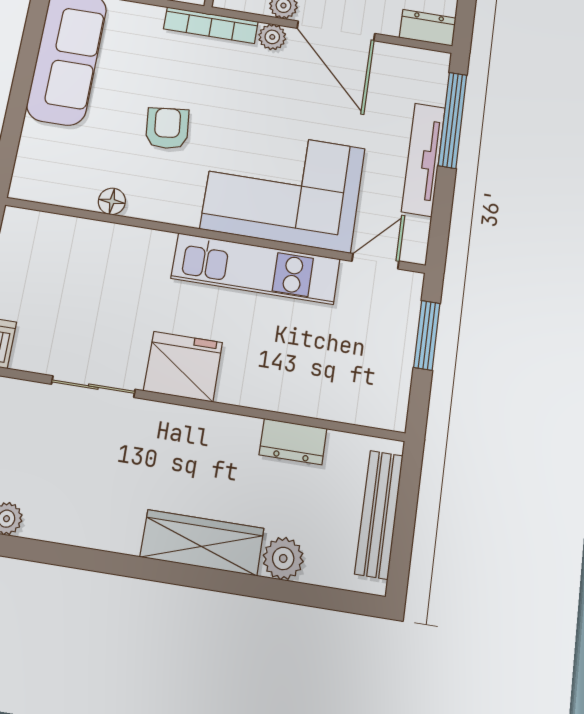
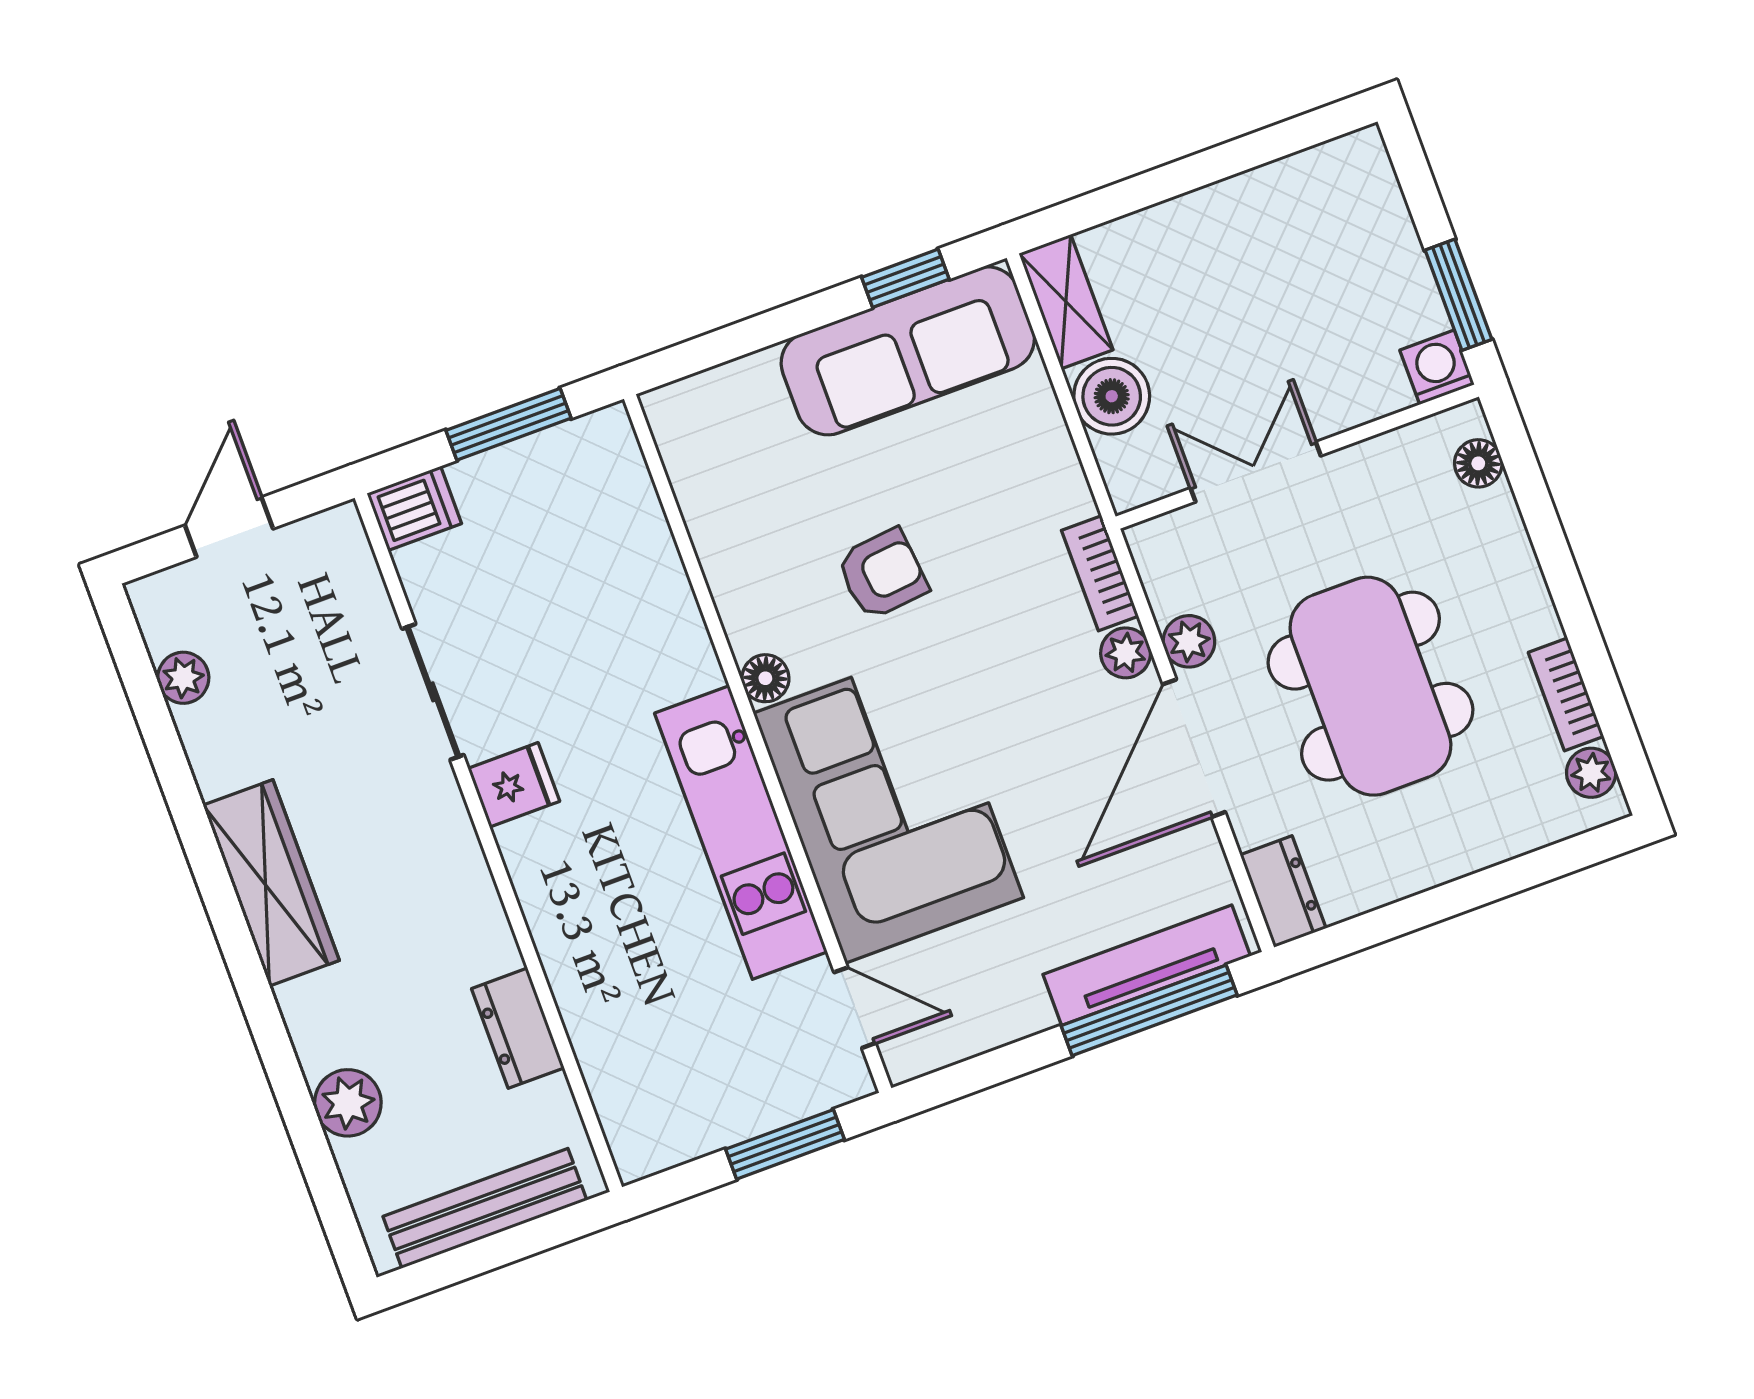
bookcase: (211, 25) -> (1100, 573), width x0.64
window: (32, 39) -> (905, 278), added
tv unit: (423, 159) -> (1147, 965), moved
floor lamp: (112, 201) -> (765, 678), moved
fridge: (183, 367) -> (514, 785), width x0.53, depth x0.75
wardrobe: (202, 543) -> (271, 883), moved

